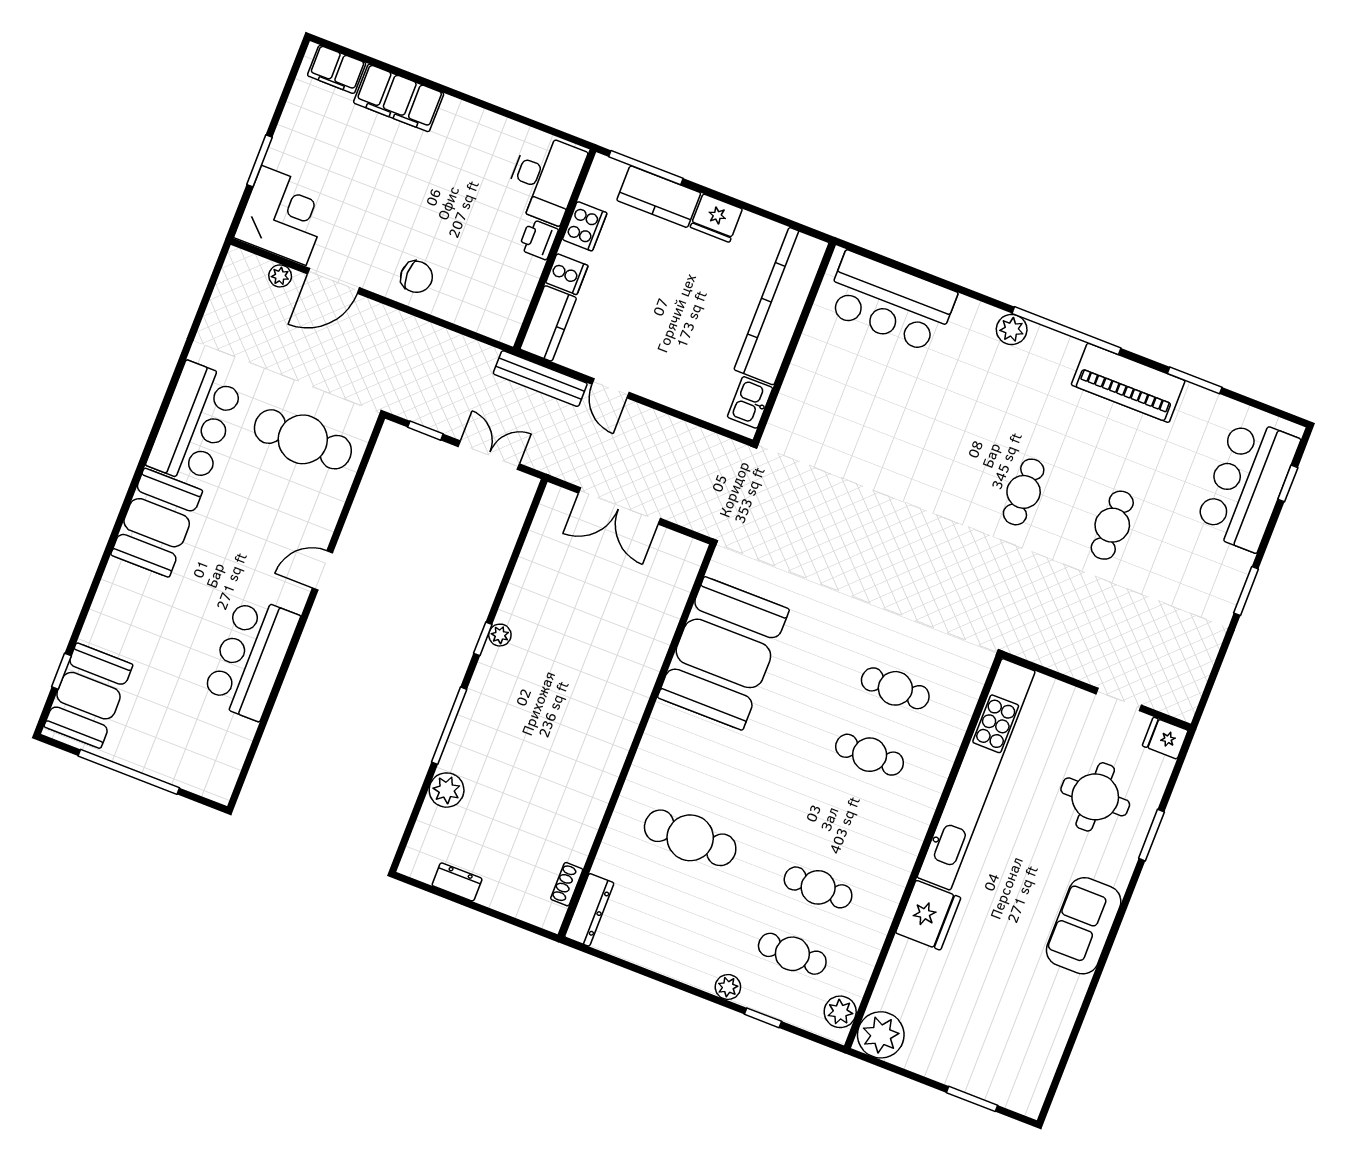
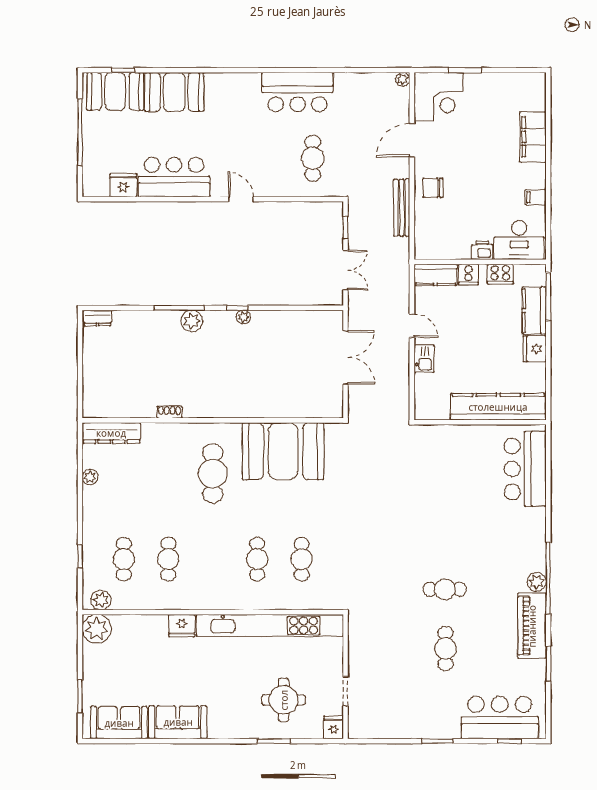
filing cabinet: (337, 69) -> (536, 197), moved, width x0.50
plant: (280, 276) -> (403, 79), moved
chair: (417, 277) -> (433, 188), turned 90
door: (333, 281) -> (412, 140), hinge flipped
plant: (1012, 329) -> (537, 582), moved
bench: (540, 379) -> (402, 208), moved
door: (610, 388) -> (412, 326), swing flipped
kitchen sink: (750, 402) -> (424, 359), moved, turned 90
cafe table: (303, 439) -> (313, 158), width x0.73, depth x0.74
double door: (619, 506) -> (345, 357), swing flipped
booth: (157, 523) -> (174, 92), moved
cafe table: (1112, 525) -> (445, 648), turned 90
fridge: (234, 738) -> (123, 185), added
plant: (447, 790) -> (192, 321), moved
cafe table: (690, 838) -> (213, 473), moved
dresser: (457, 882) -> (97, 318), moved, turned 90
shoe rack: (567, 884) -> (169, 412), moved
dresser: (589, 910) -> (111, 433), width x1.37, depth x1.24
fridge: (928, 915) -> (182, 626), width x0.73, depth x0.75
sofa: (1084, 926) -> (178, 722), moved
plant: (728, 987) -> (90, 477), moved
sofa: (1034, 1056) -> (119, 723), added

